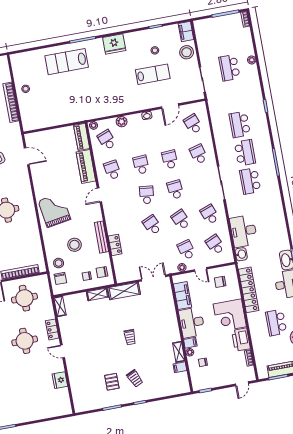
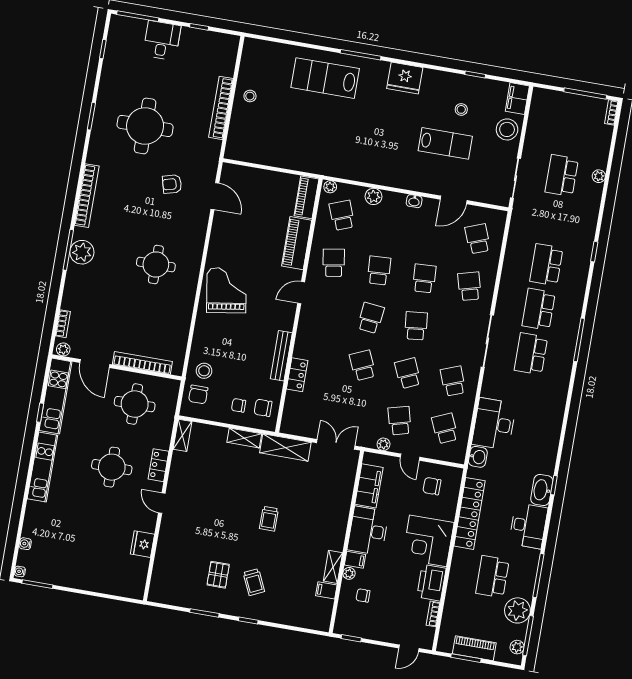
school desk: (245, 153) -> (539, 309), turned 180
stool: (74, 245) -> (237, 352), removed

